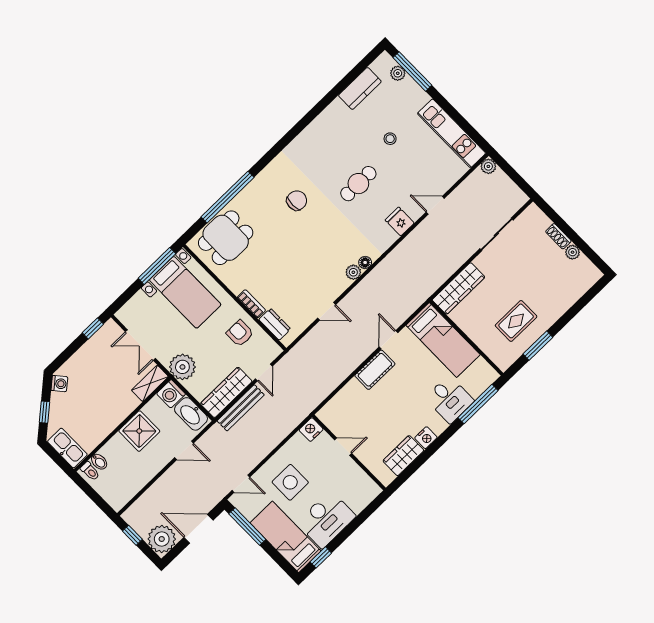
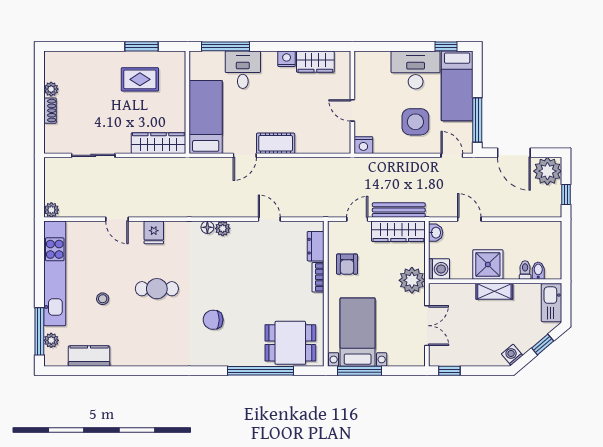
kitchen unit: (452, 133) -> (55, 273), width x1.36
shelving: (150, 383) -> (494, 291), moved
washbasin: (191, 414) -> (436, 233), width x0.52, depth x0.69
toilet: (90, 471) -> (525, 270), moved

